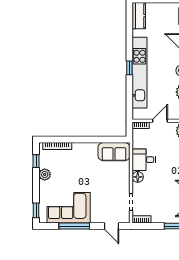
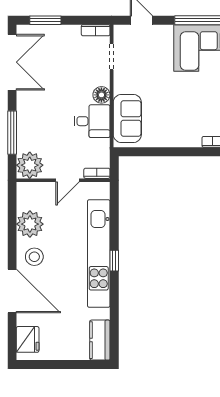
sofa: (114, 152) -> (127, 118), moved, turned 90

